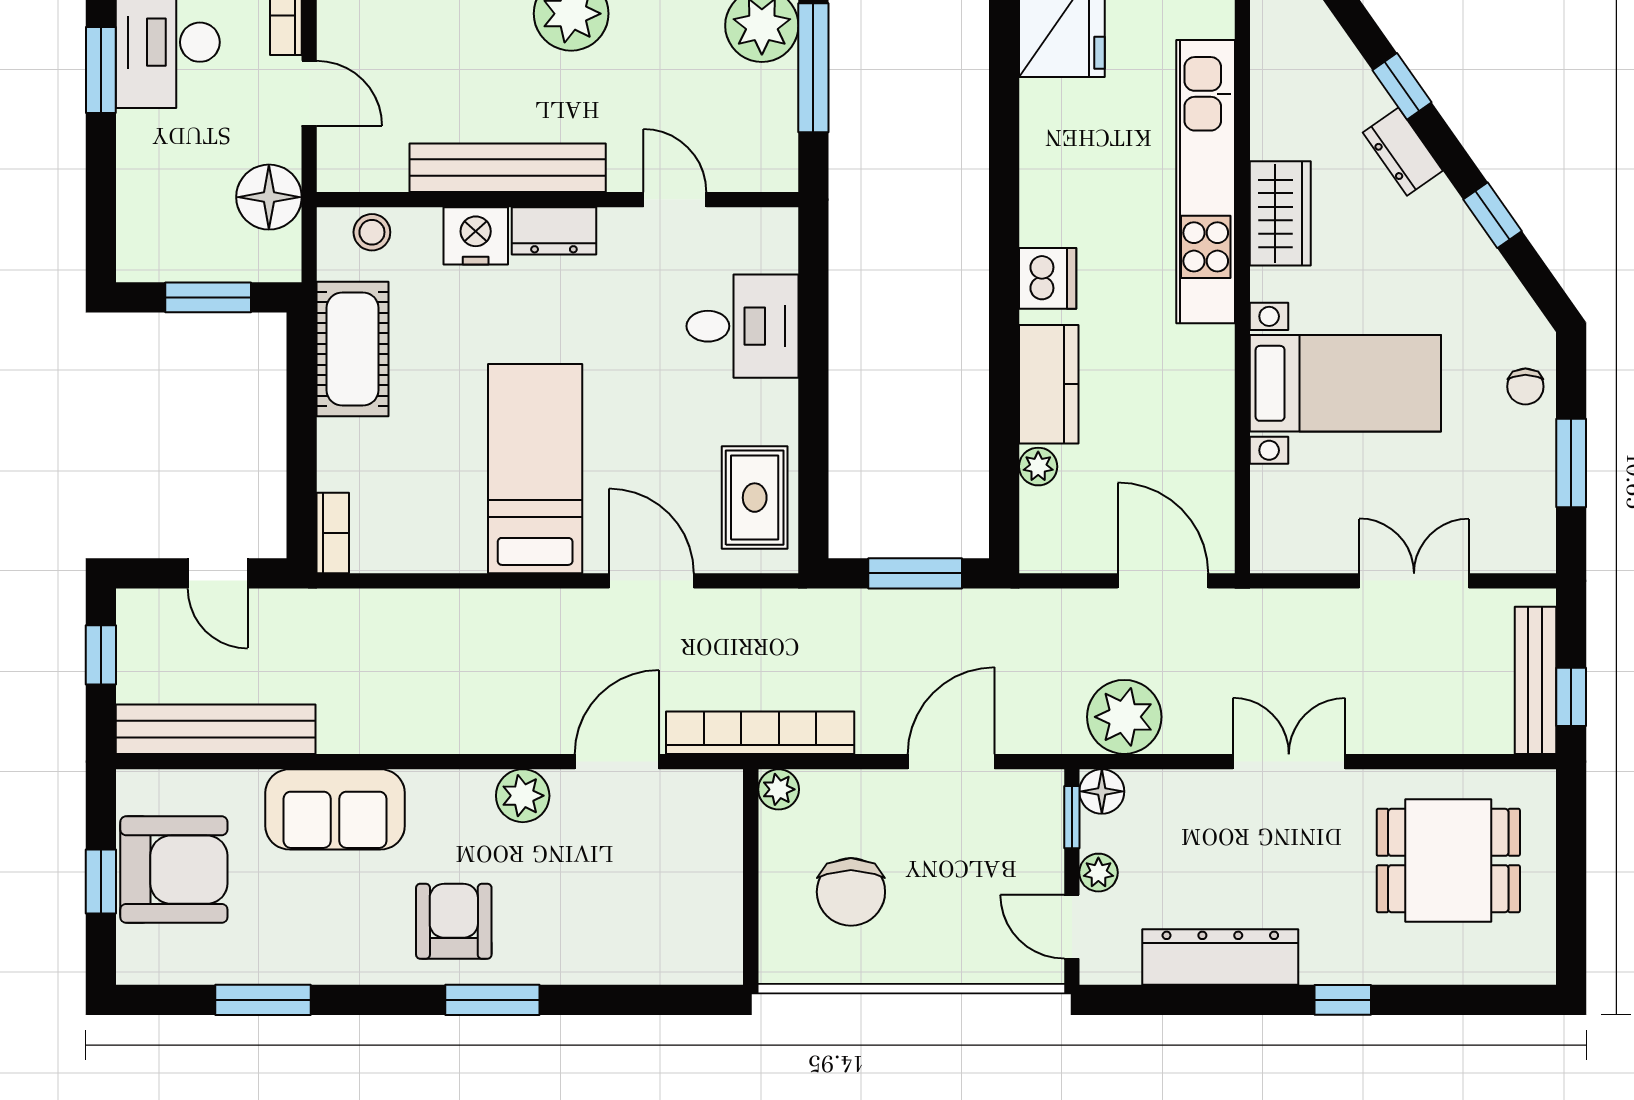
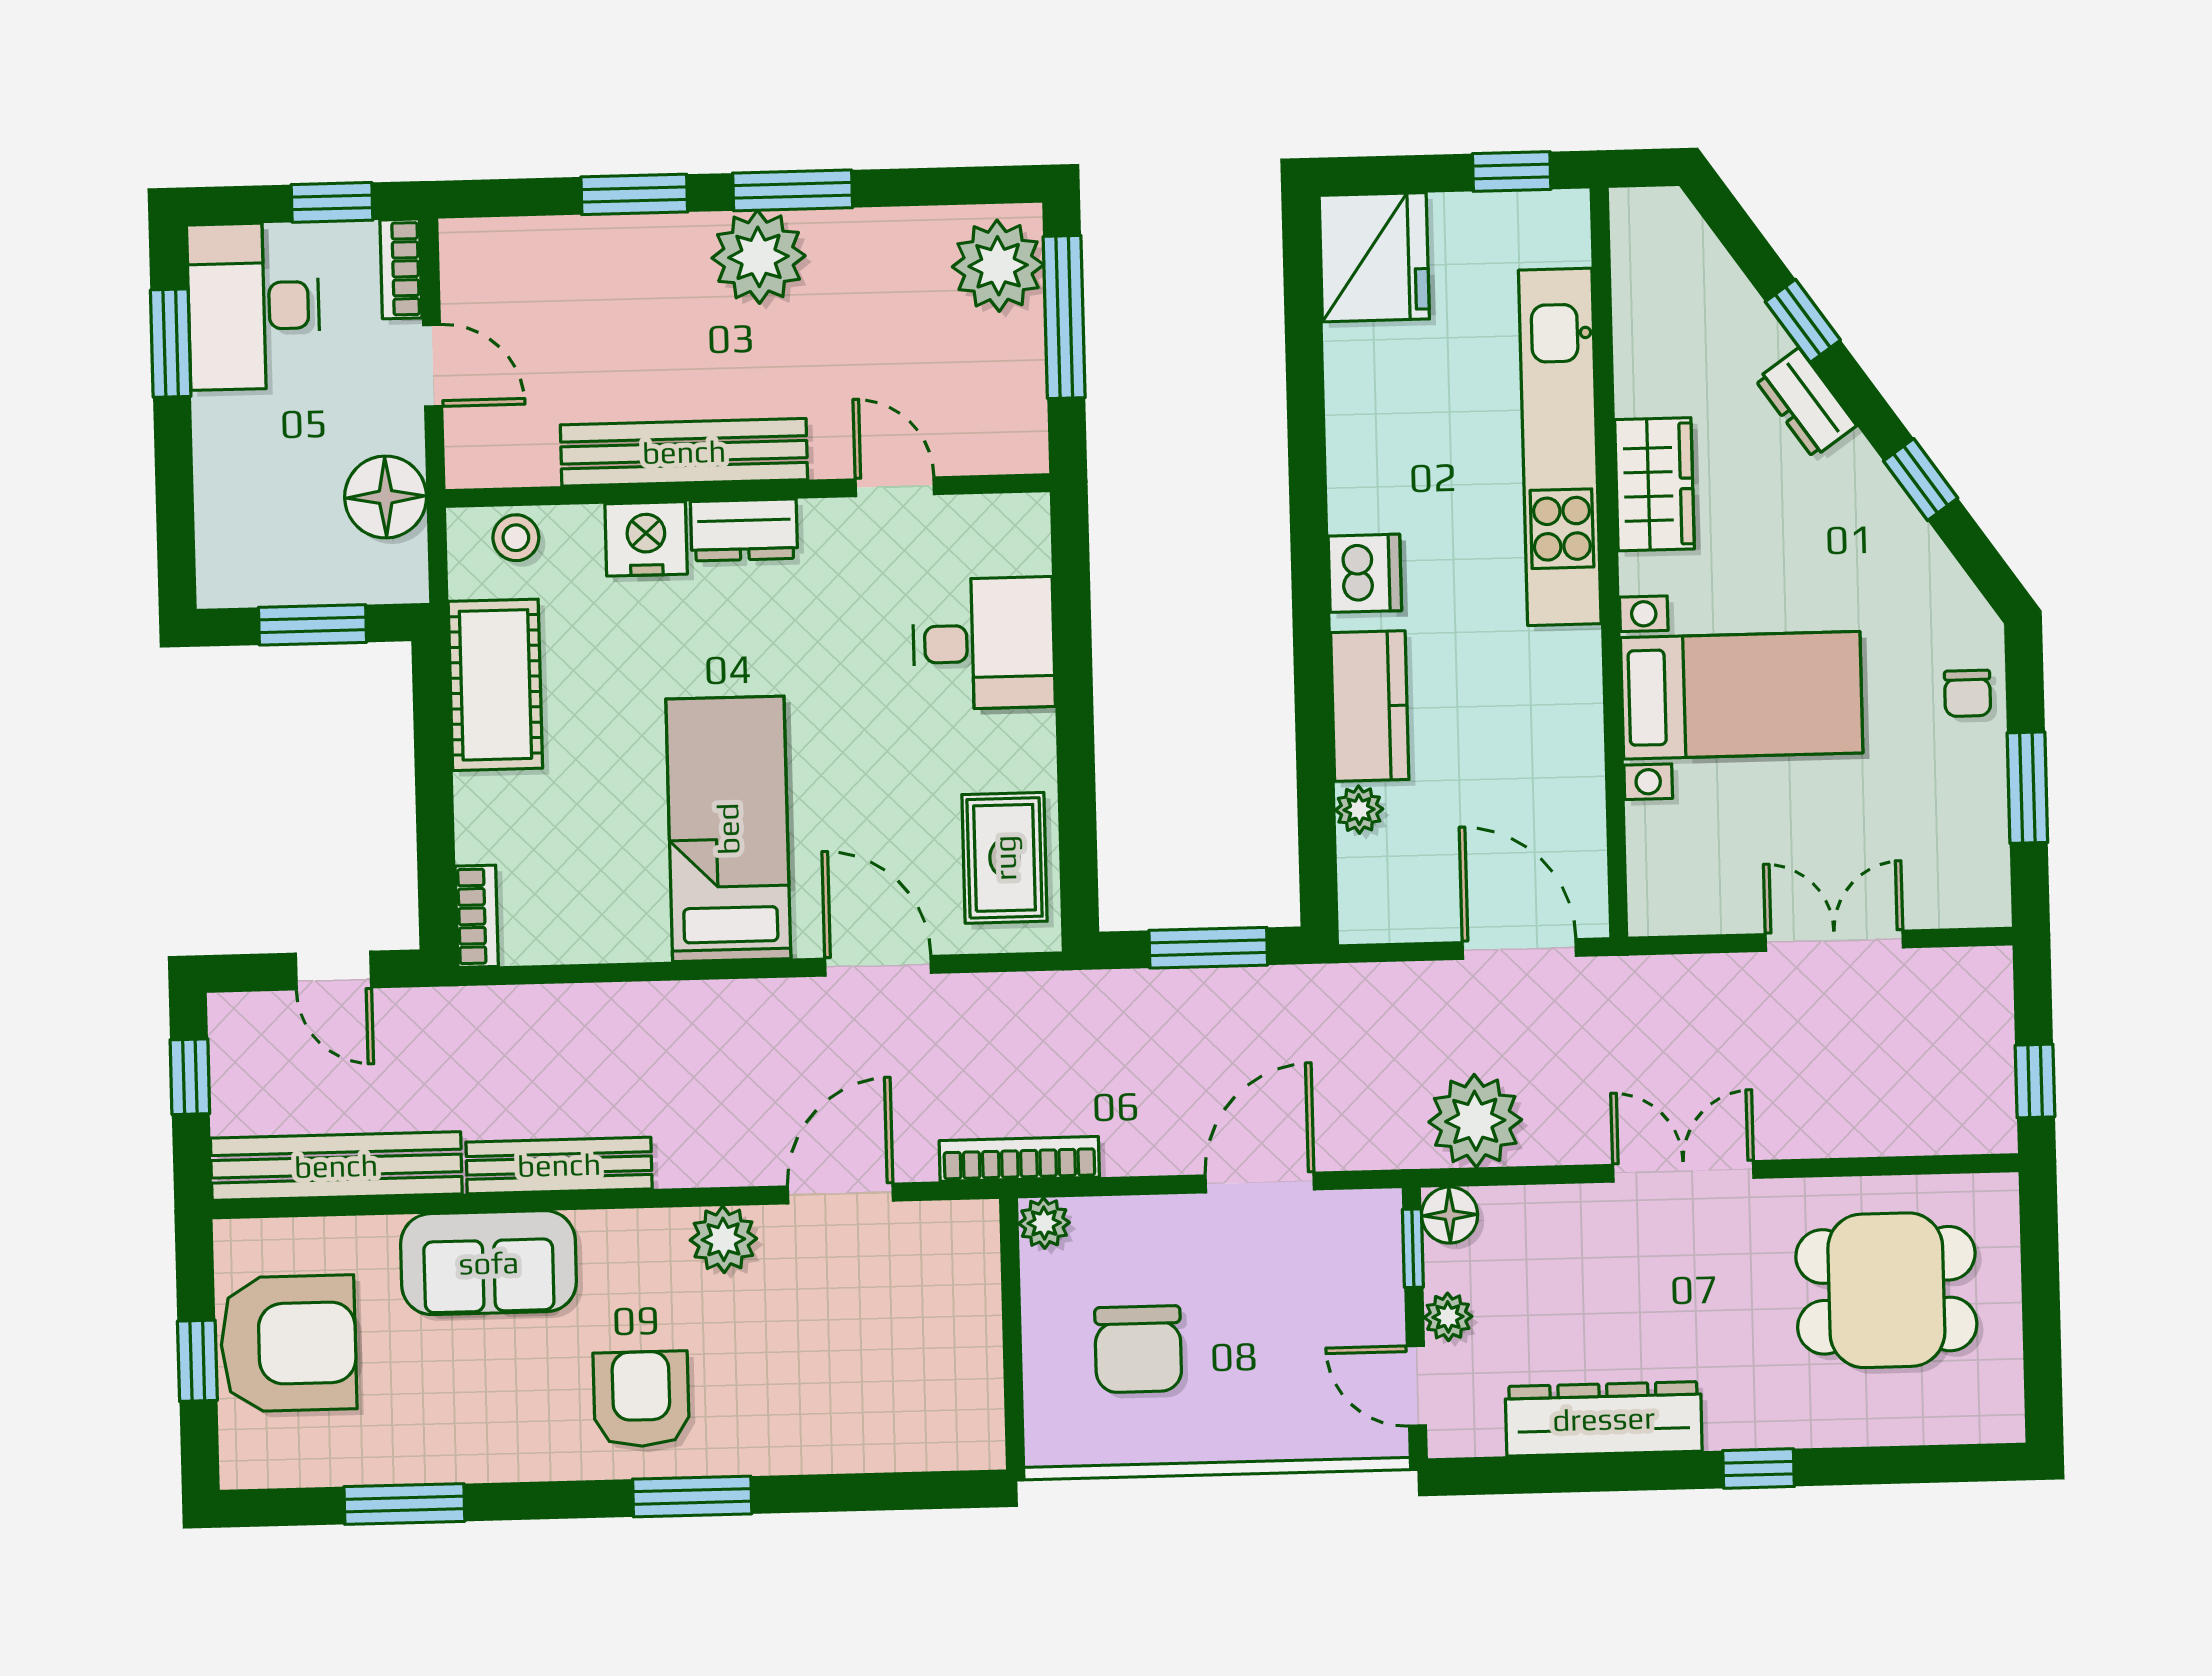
bench: (1535, 680) -> (559, 1165), moved, turned 90
bookcase: (760, 733) -> (1019, 1159), width x0.68, depth x0.76

